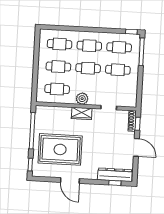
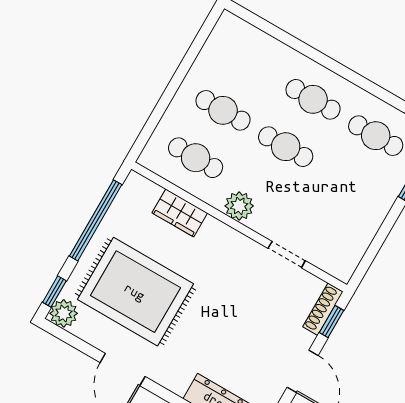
cafe table: (60, 44) -> (250, 63), removed
cafe table: (118, 70) -> (348, 183), removed
wardrobe: (82, 113) -> (180, 213), moved
plant: (38, 171) -> (64, 313), added

